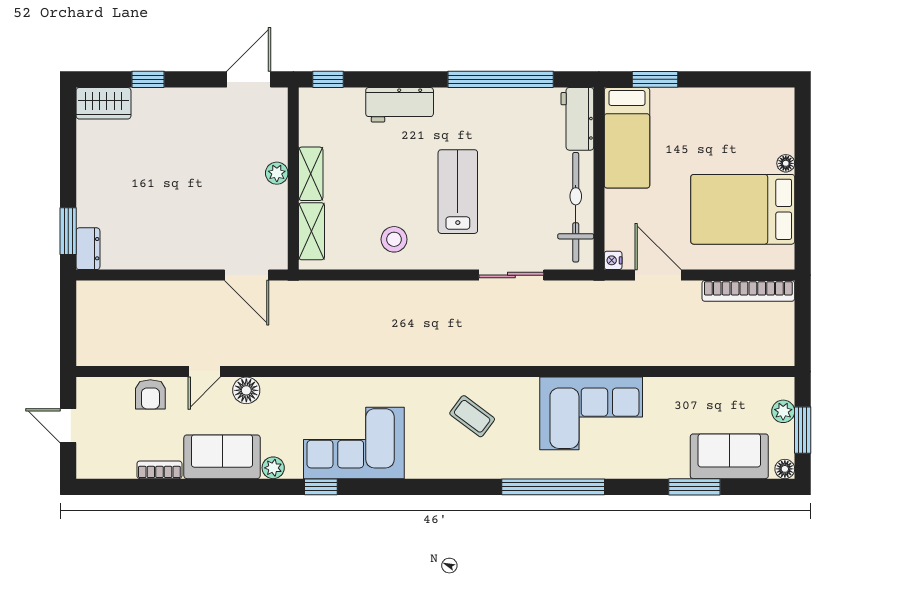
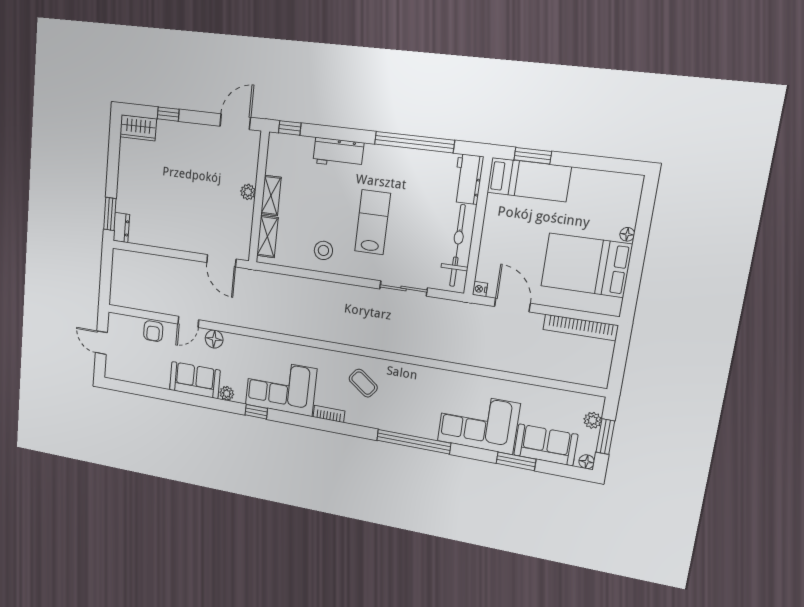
bed: (627, 138) -> (529, 180), moved, turned -90
corner sofa: (591, 413) -> (478, 422), moved, turned 180
bookcase: (159, 470) -> (329, 414), moved

